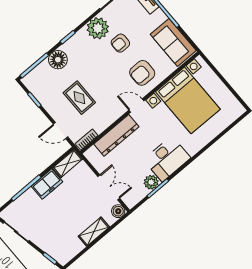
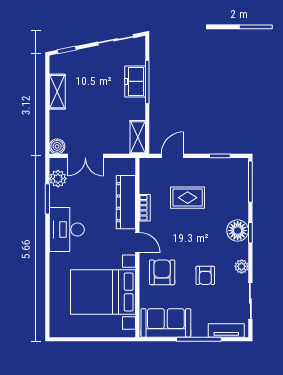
plant: (98, 28) -> (242, 266), width x0.53, depth x0.53
armchair: (120, 43) -> (205, 275), turned 180
floor lamp: (58, 60) -> (238, 231), moved
door: (136, 106) -> (137, 242), hinge flipped
bookcase: (87, 140) -> (145, 208), moved
plant: (151, 182) -> (58, 179), moved
freezer: (47, 184) -> (135, 81), moved
shelving: (94, 232) -> (57, 92), moved

